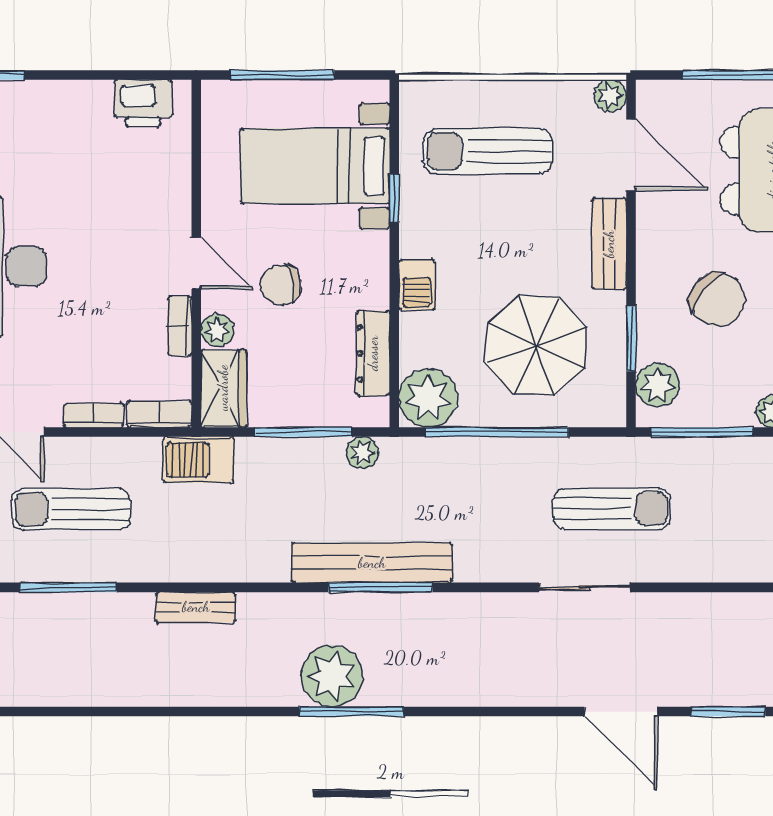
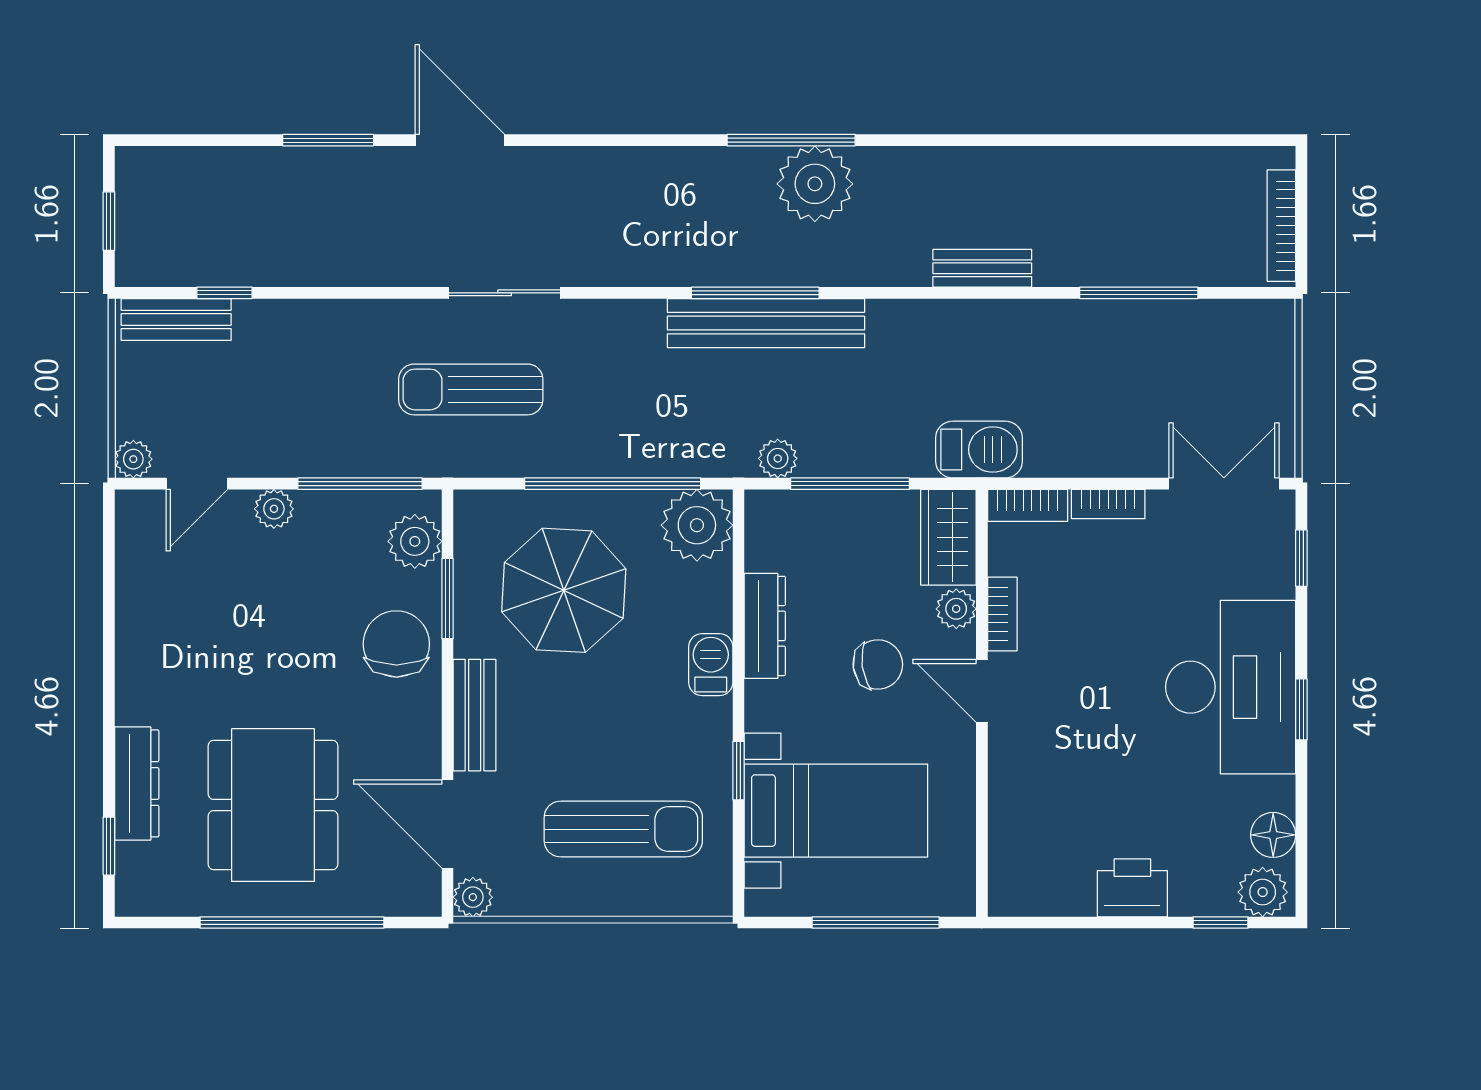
printer: (143, 103) -> (1132, 888), moved
chair: (717, 300) -> (396, 644), moved, turned 51
dresser: (373, 353) -> (765, 626), moved
sun lounger: (71, 509) -> (1136, 389), removed

